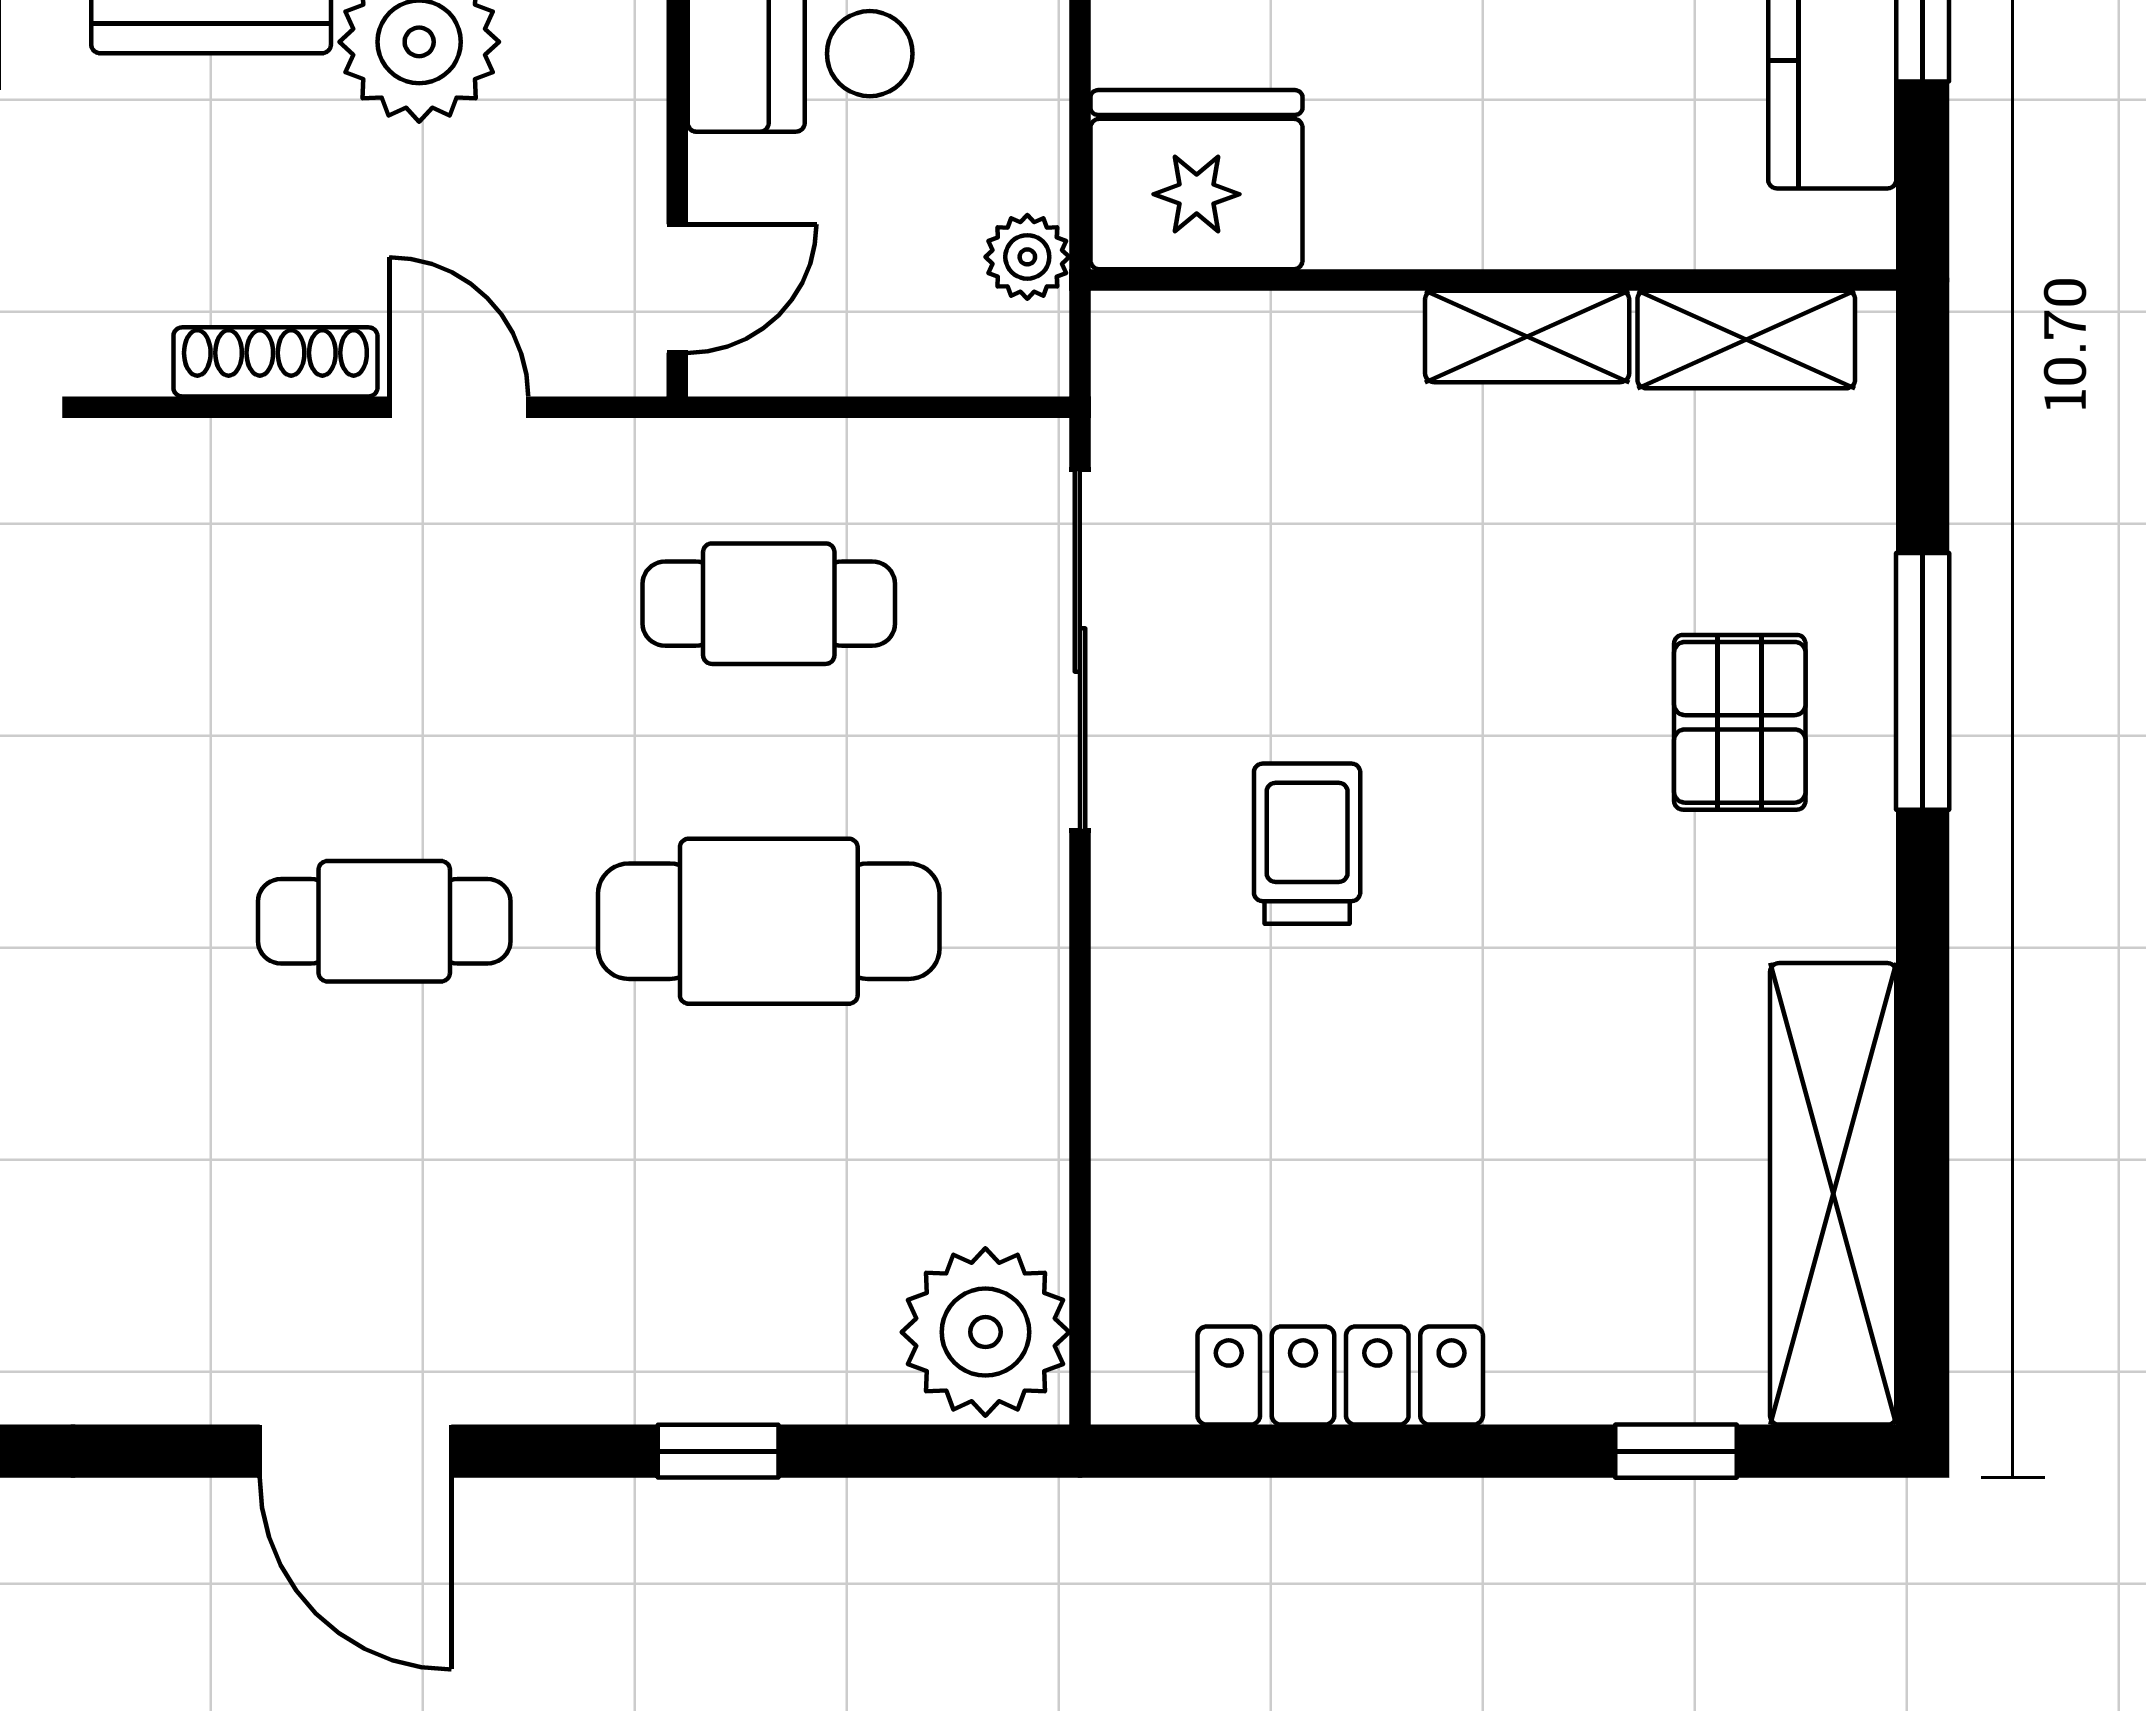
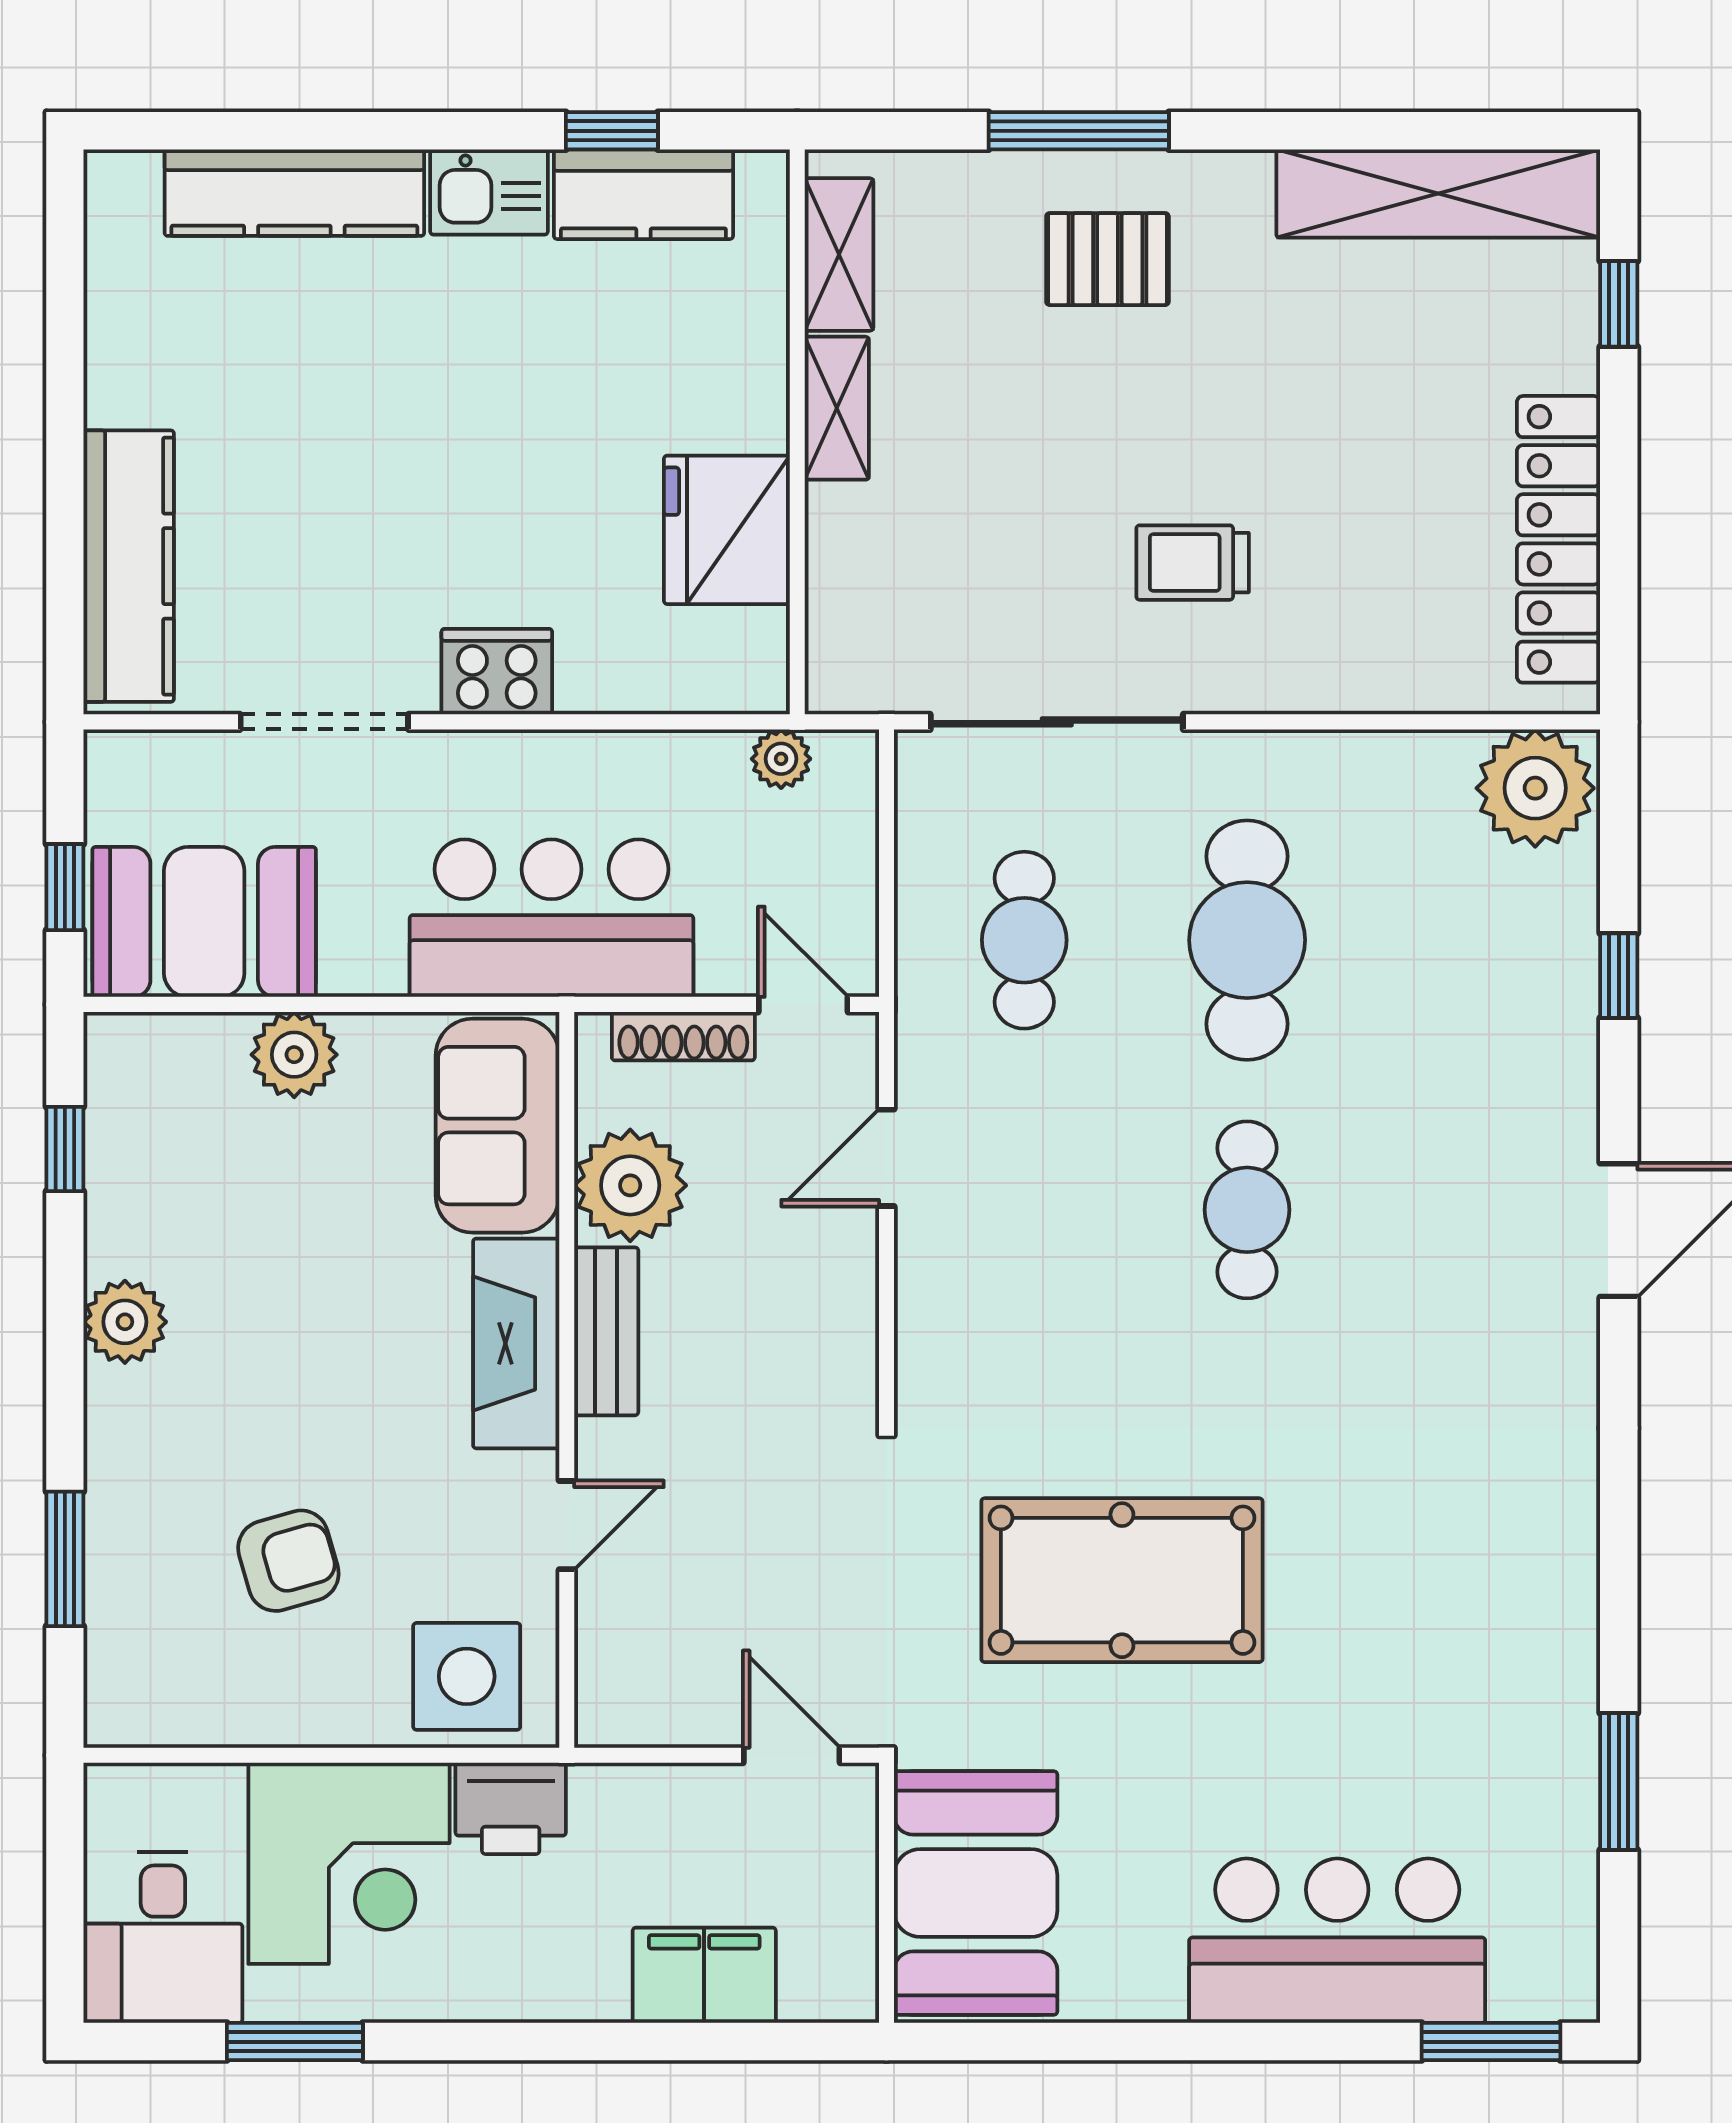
fridge: (1197, 180) -> (727, 530), moved
shoe rack: (275, 362) -> (683, 1036), moved, turned -90
locker: (1340, 1376) -> (1559, 539), width x1.41, depth x1.21

